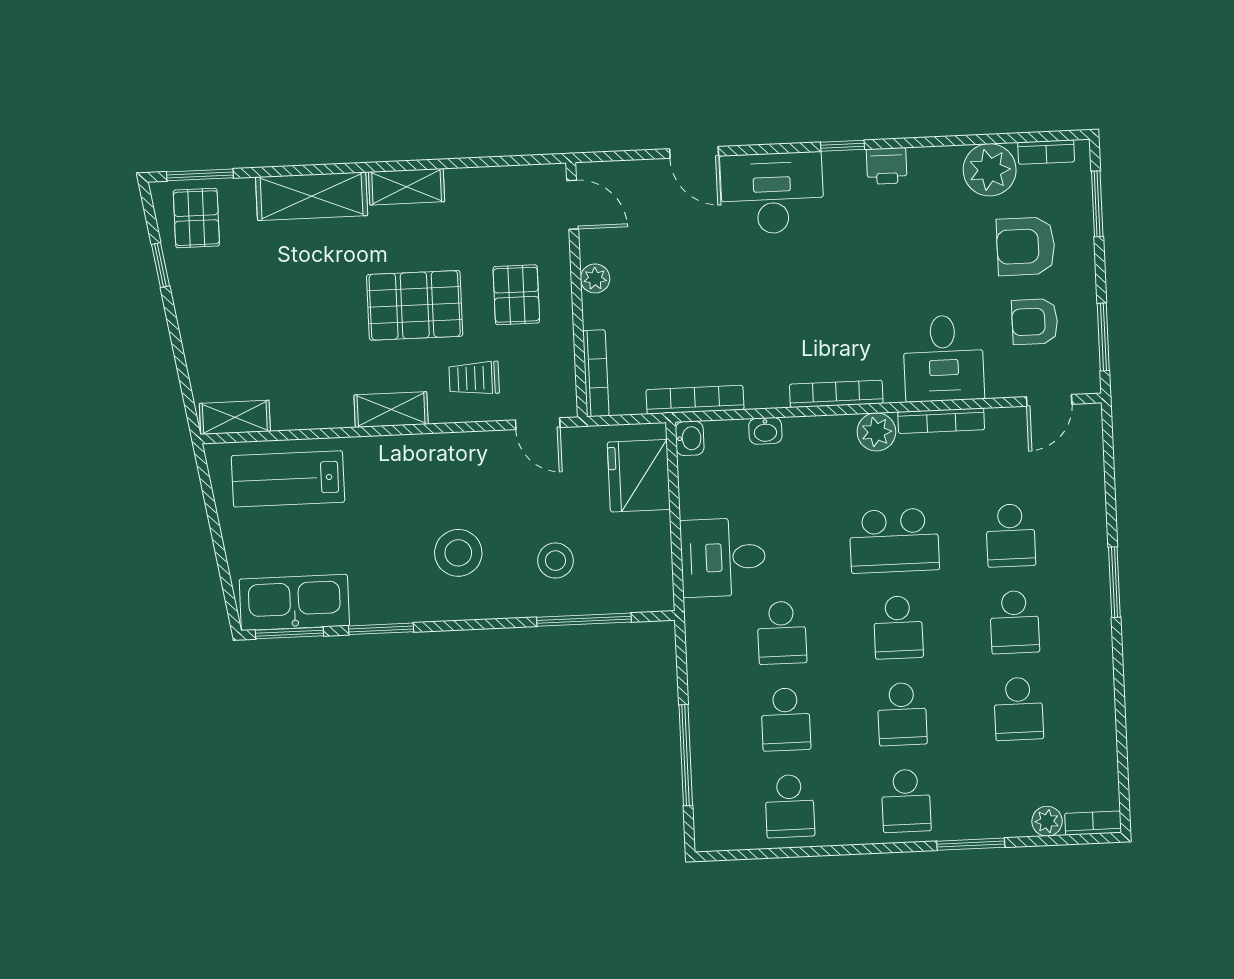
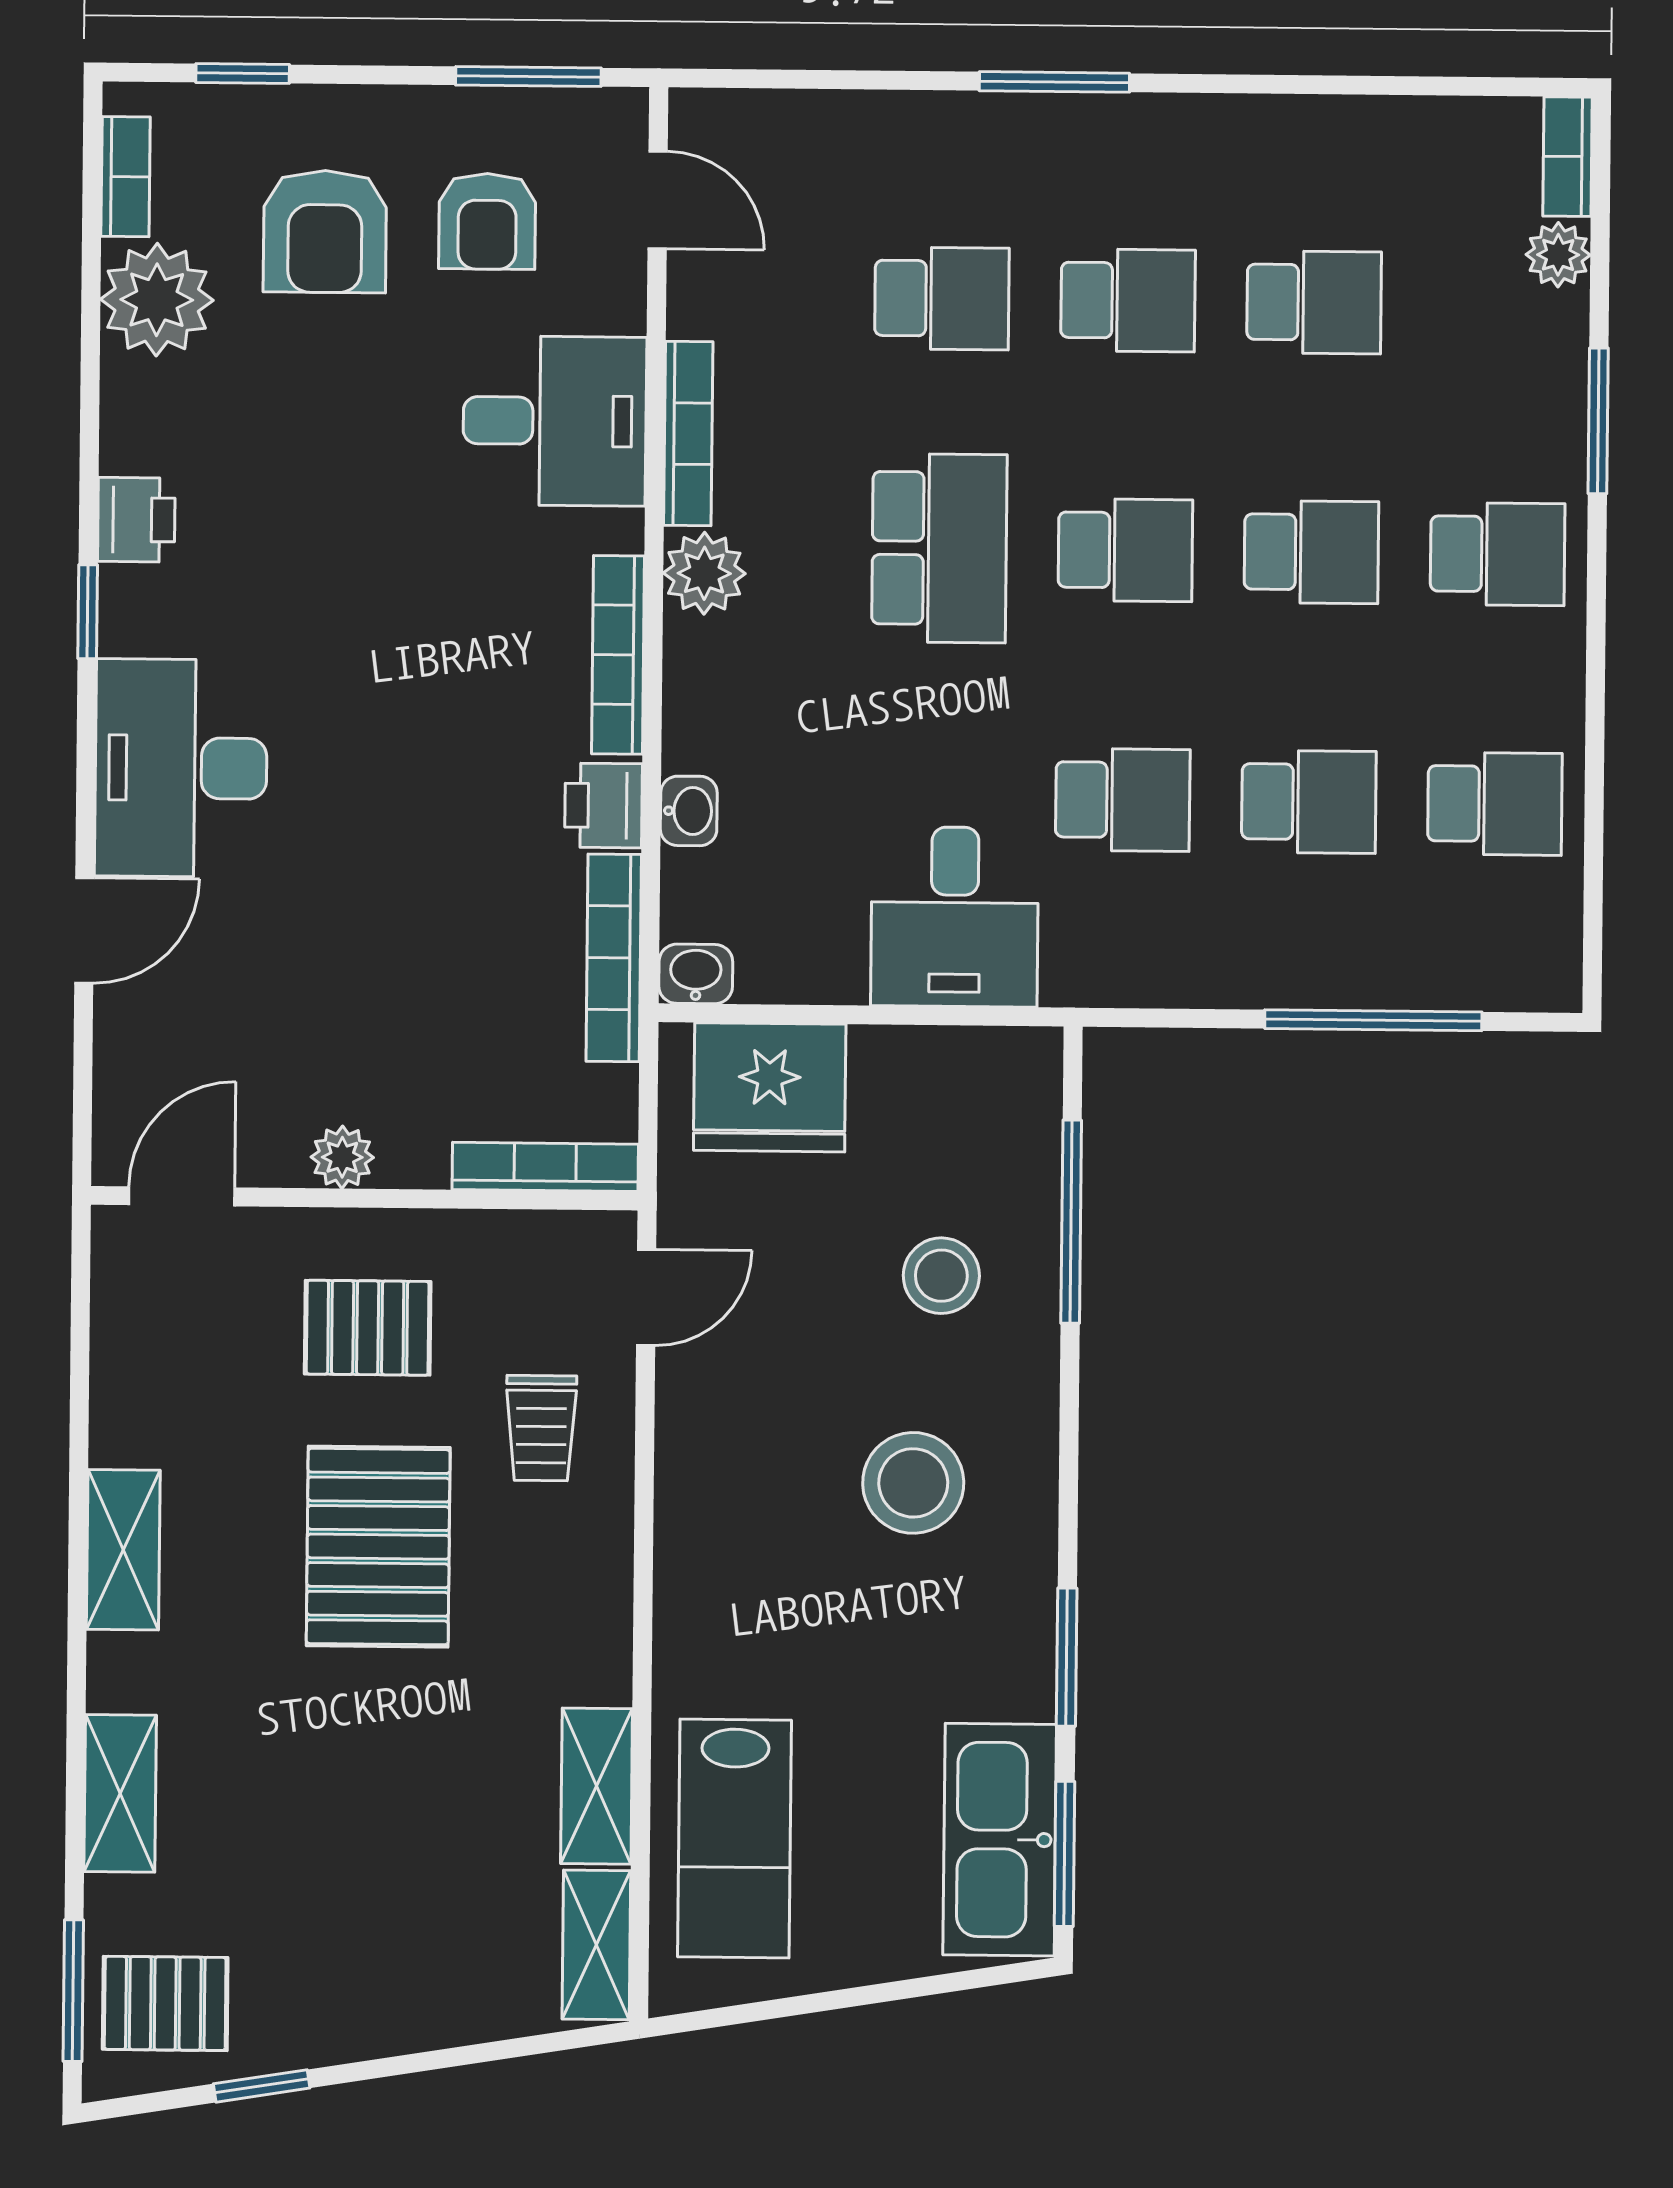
shelving: (312, 196) -> (120, 1793), width x0.67, depth x0.75
window: (1097, 204) -> (243, 73), width x0.67
printer: (766, 391) -> (604, 806), added
shelving: (391, 410) -> (597, 1786), moved

